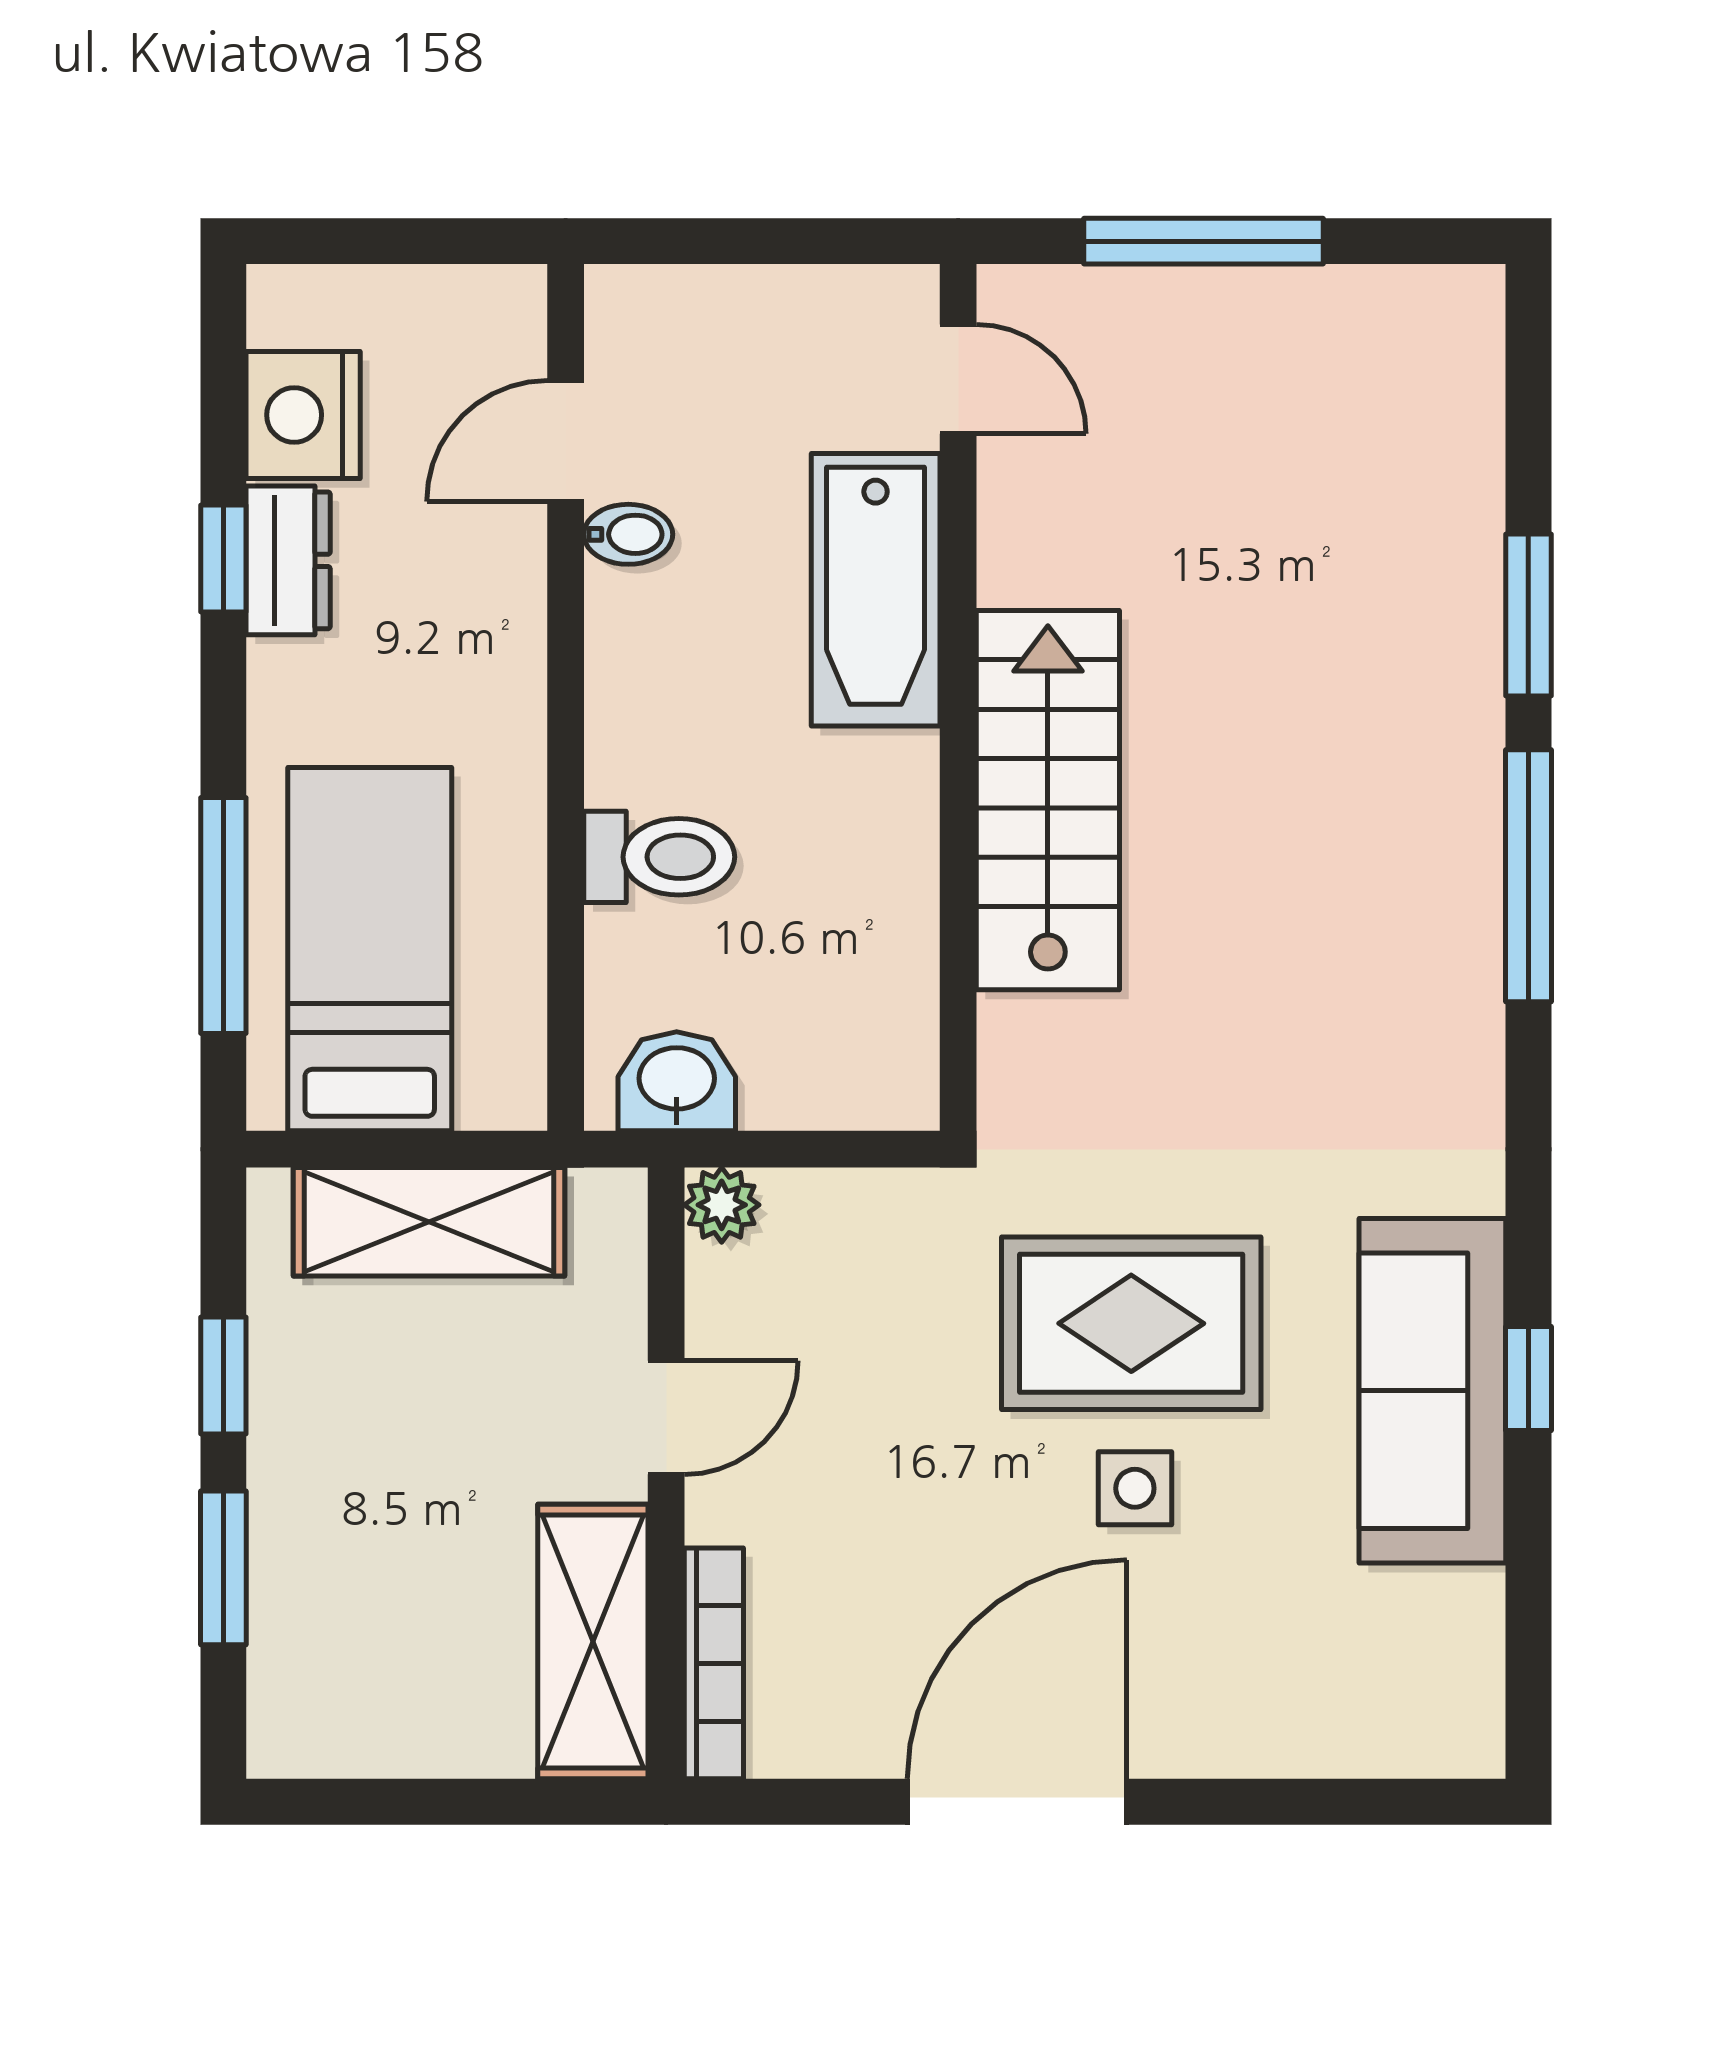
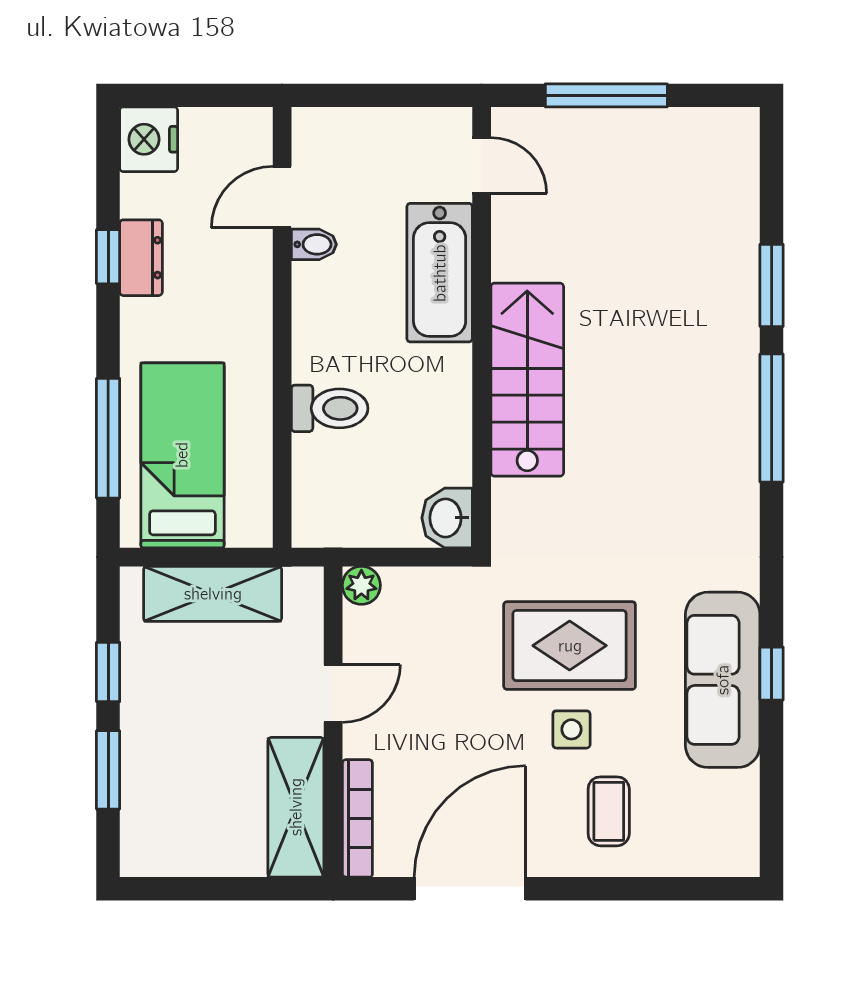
nightstand: (303, 415) -> (149, 139), moved
washbasin: (677, 1081) -> (447, 518), moved, turned -90
coffee table: (1208, 1649) -> (609, 811), added
door: (1017, 1802) -> (470, 889), moved

